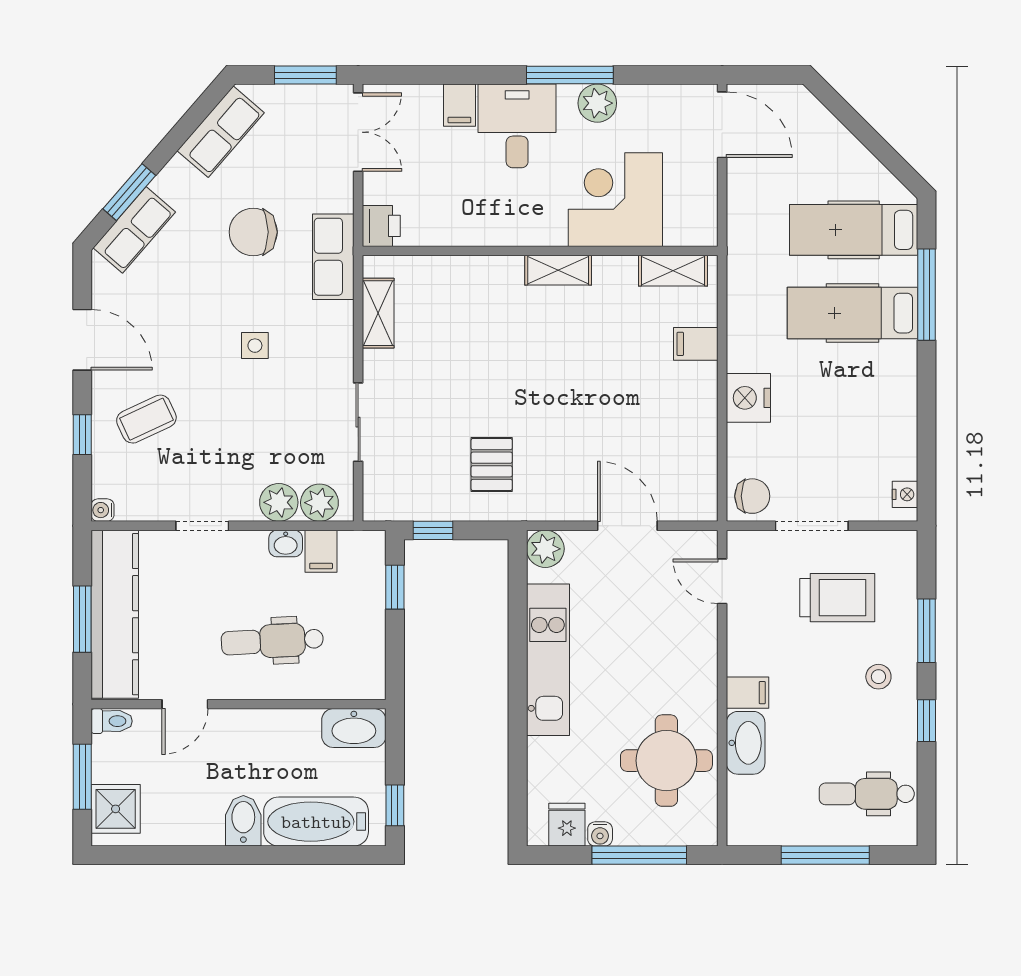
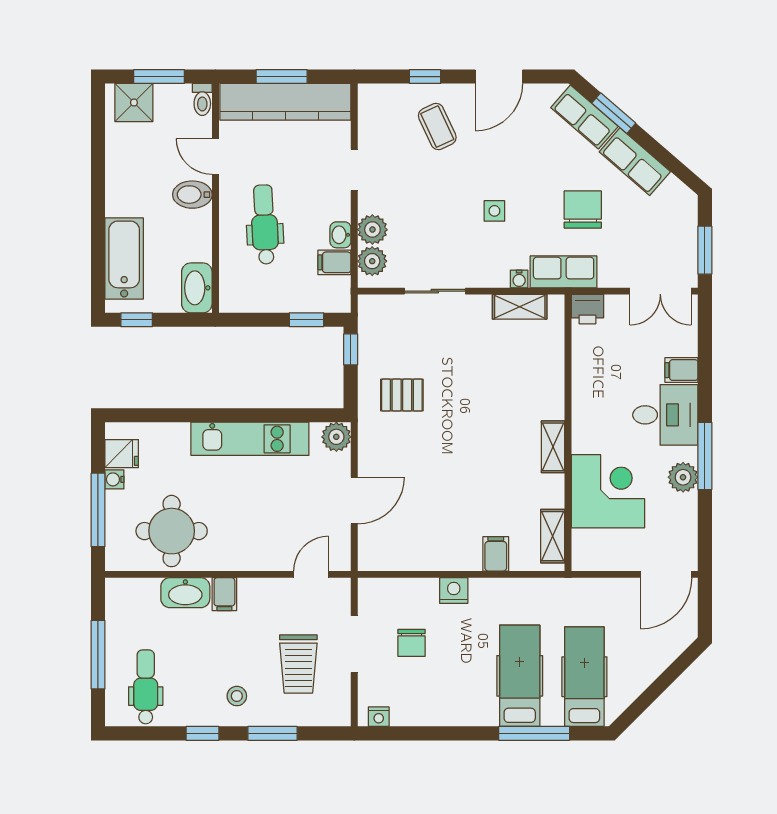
row of seats: (221, 132) -> (635, 162), moved
nightstand: (748, 398) -> (454, 591), width x0.74, depth x0.75
chair: (752, 496) -> (411, 643), moved
water cooler: (103, 510) -> (519, 279), moved, turned 180
bidet: (243, 821) -> (192, 195), moved, turned 180

